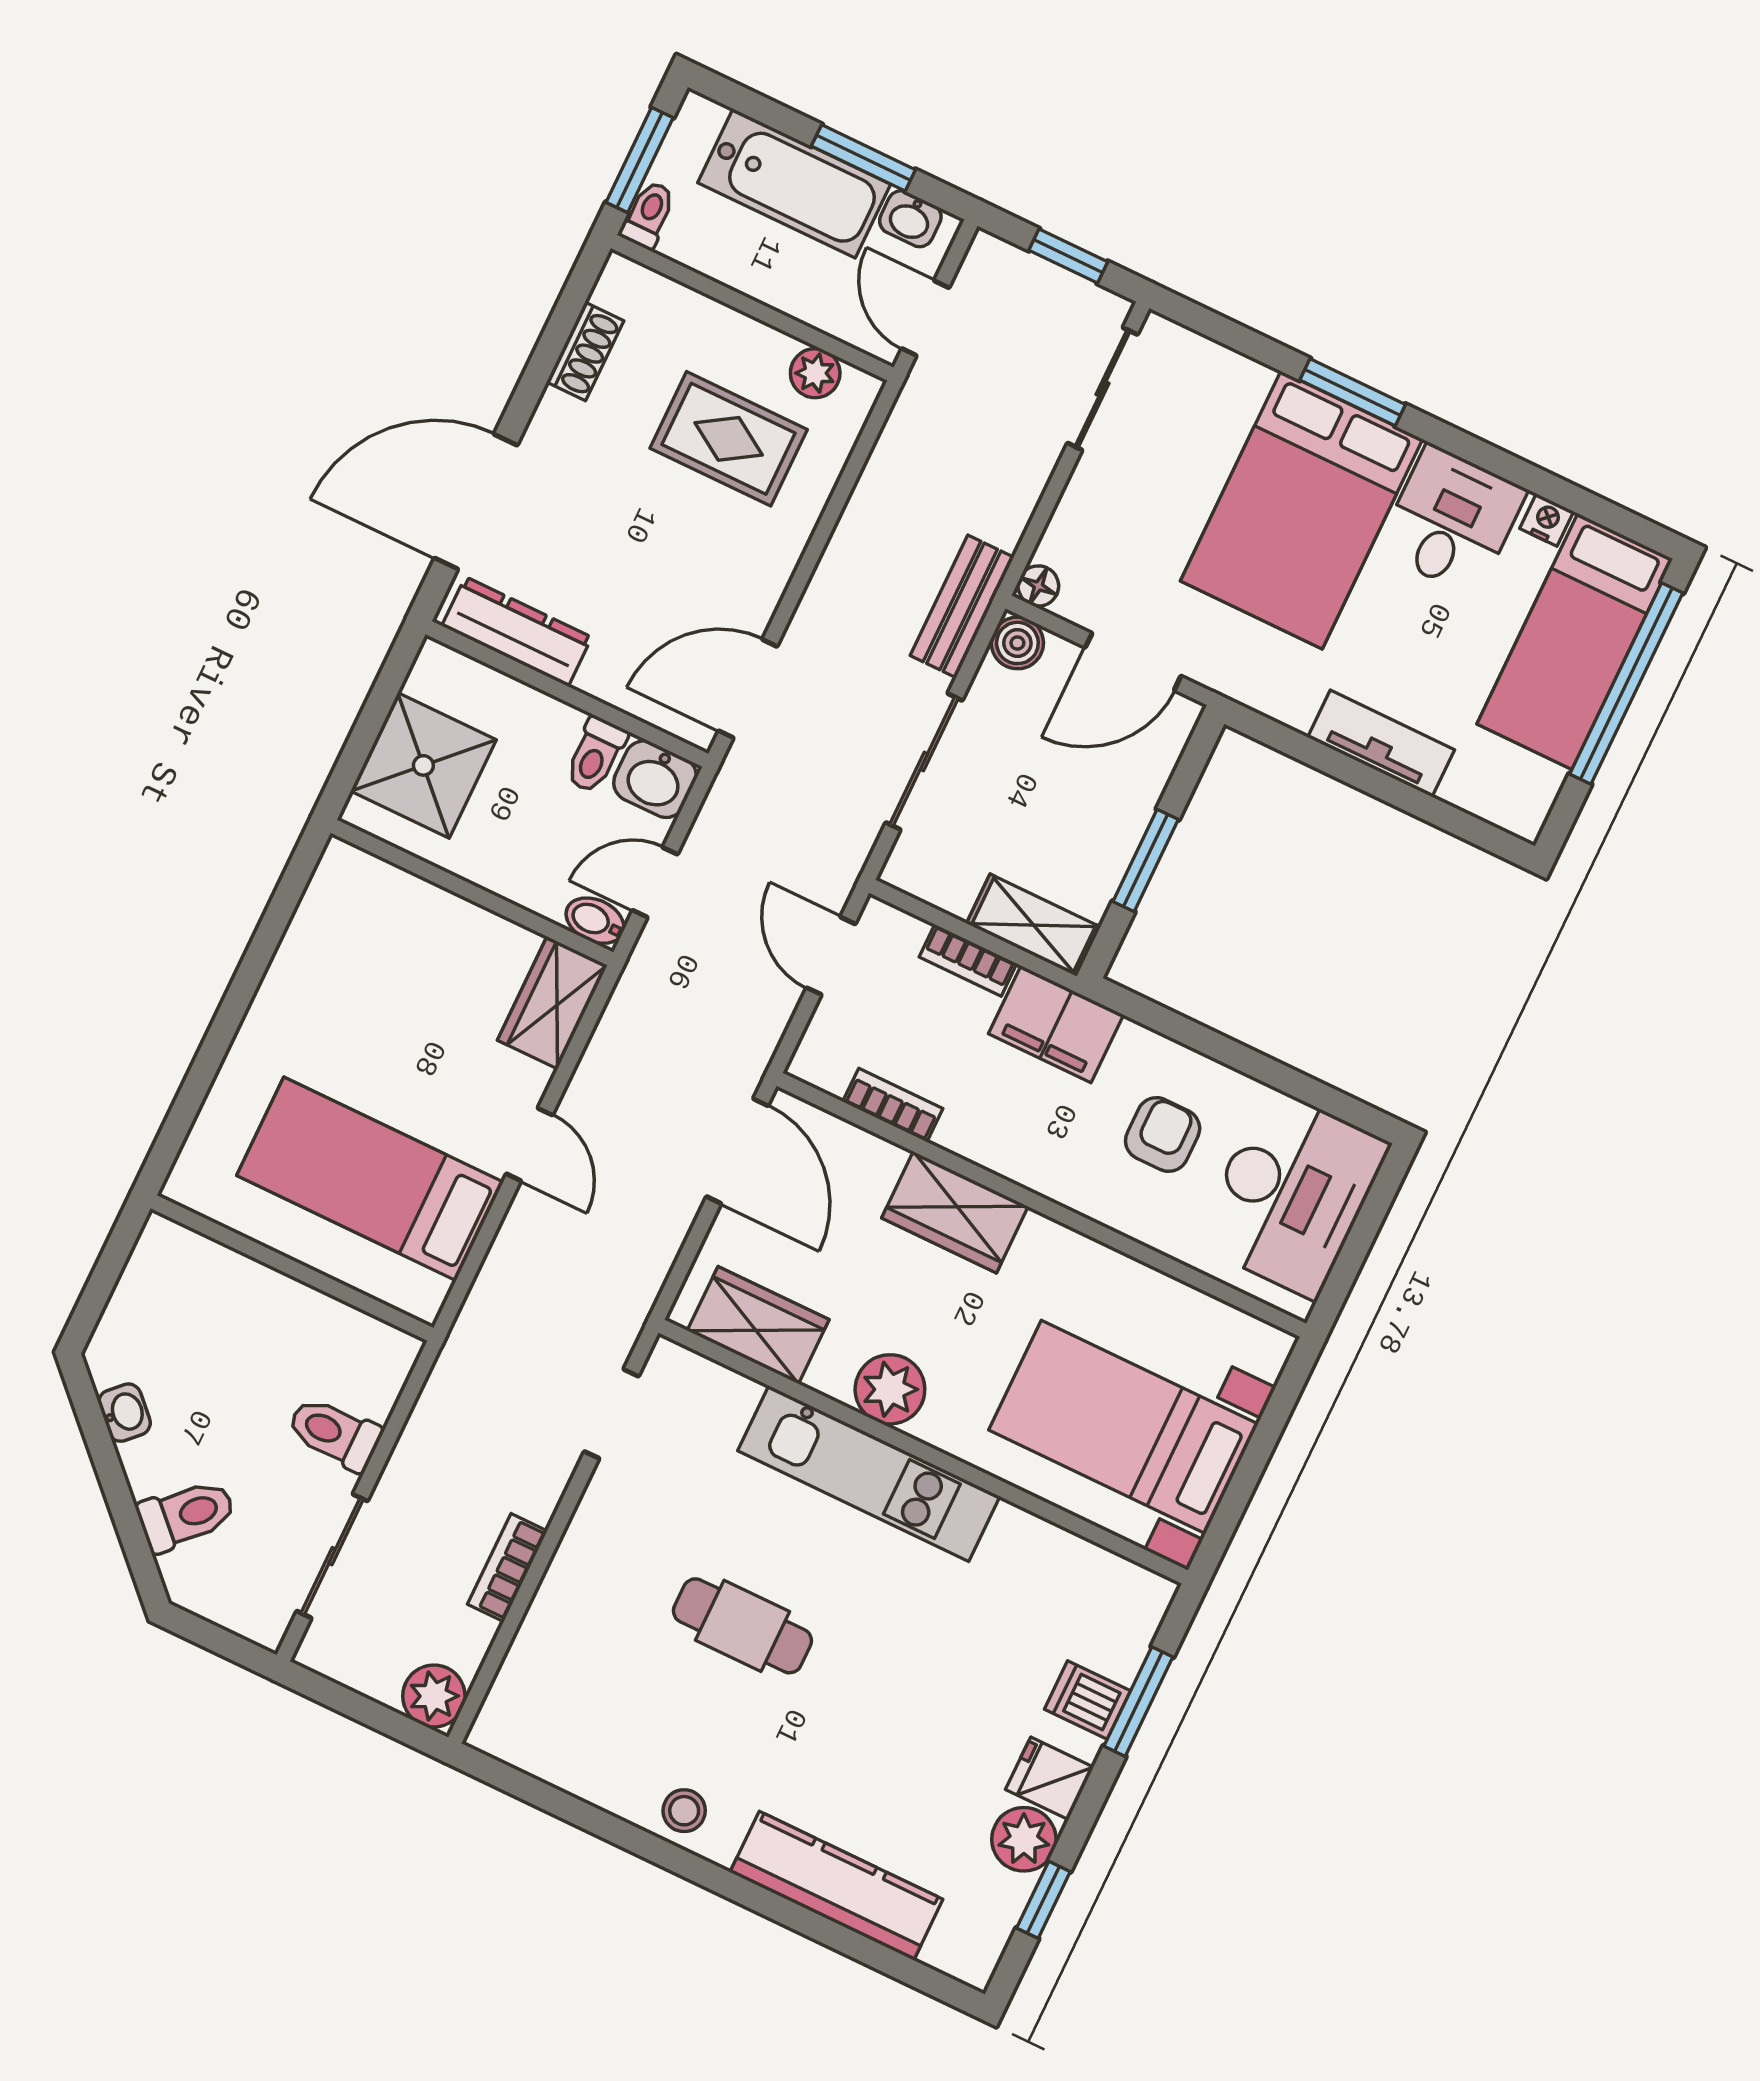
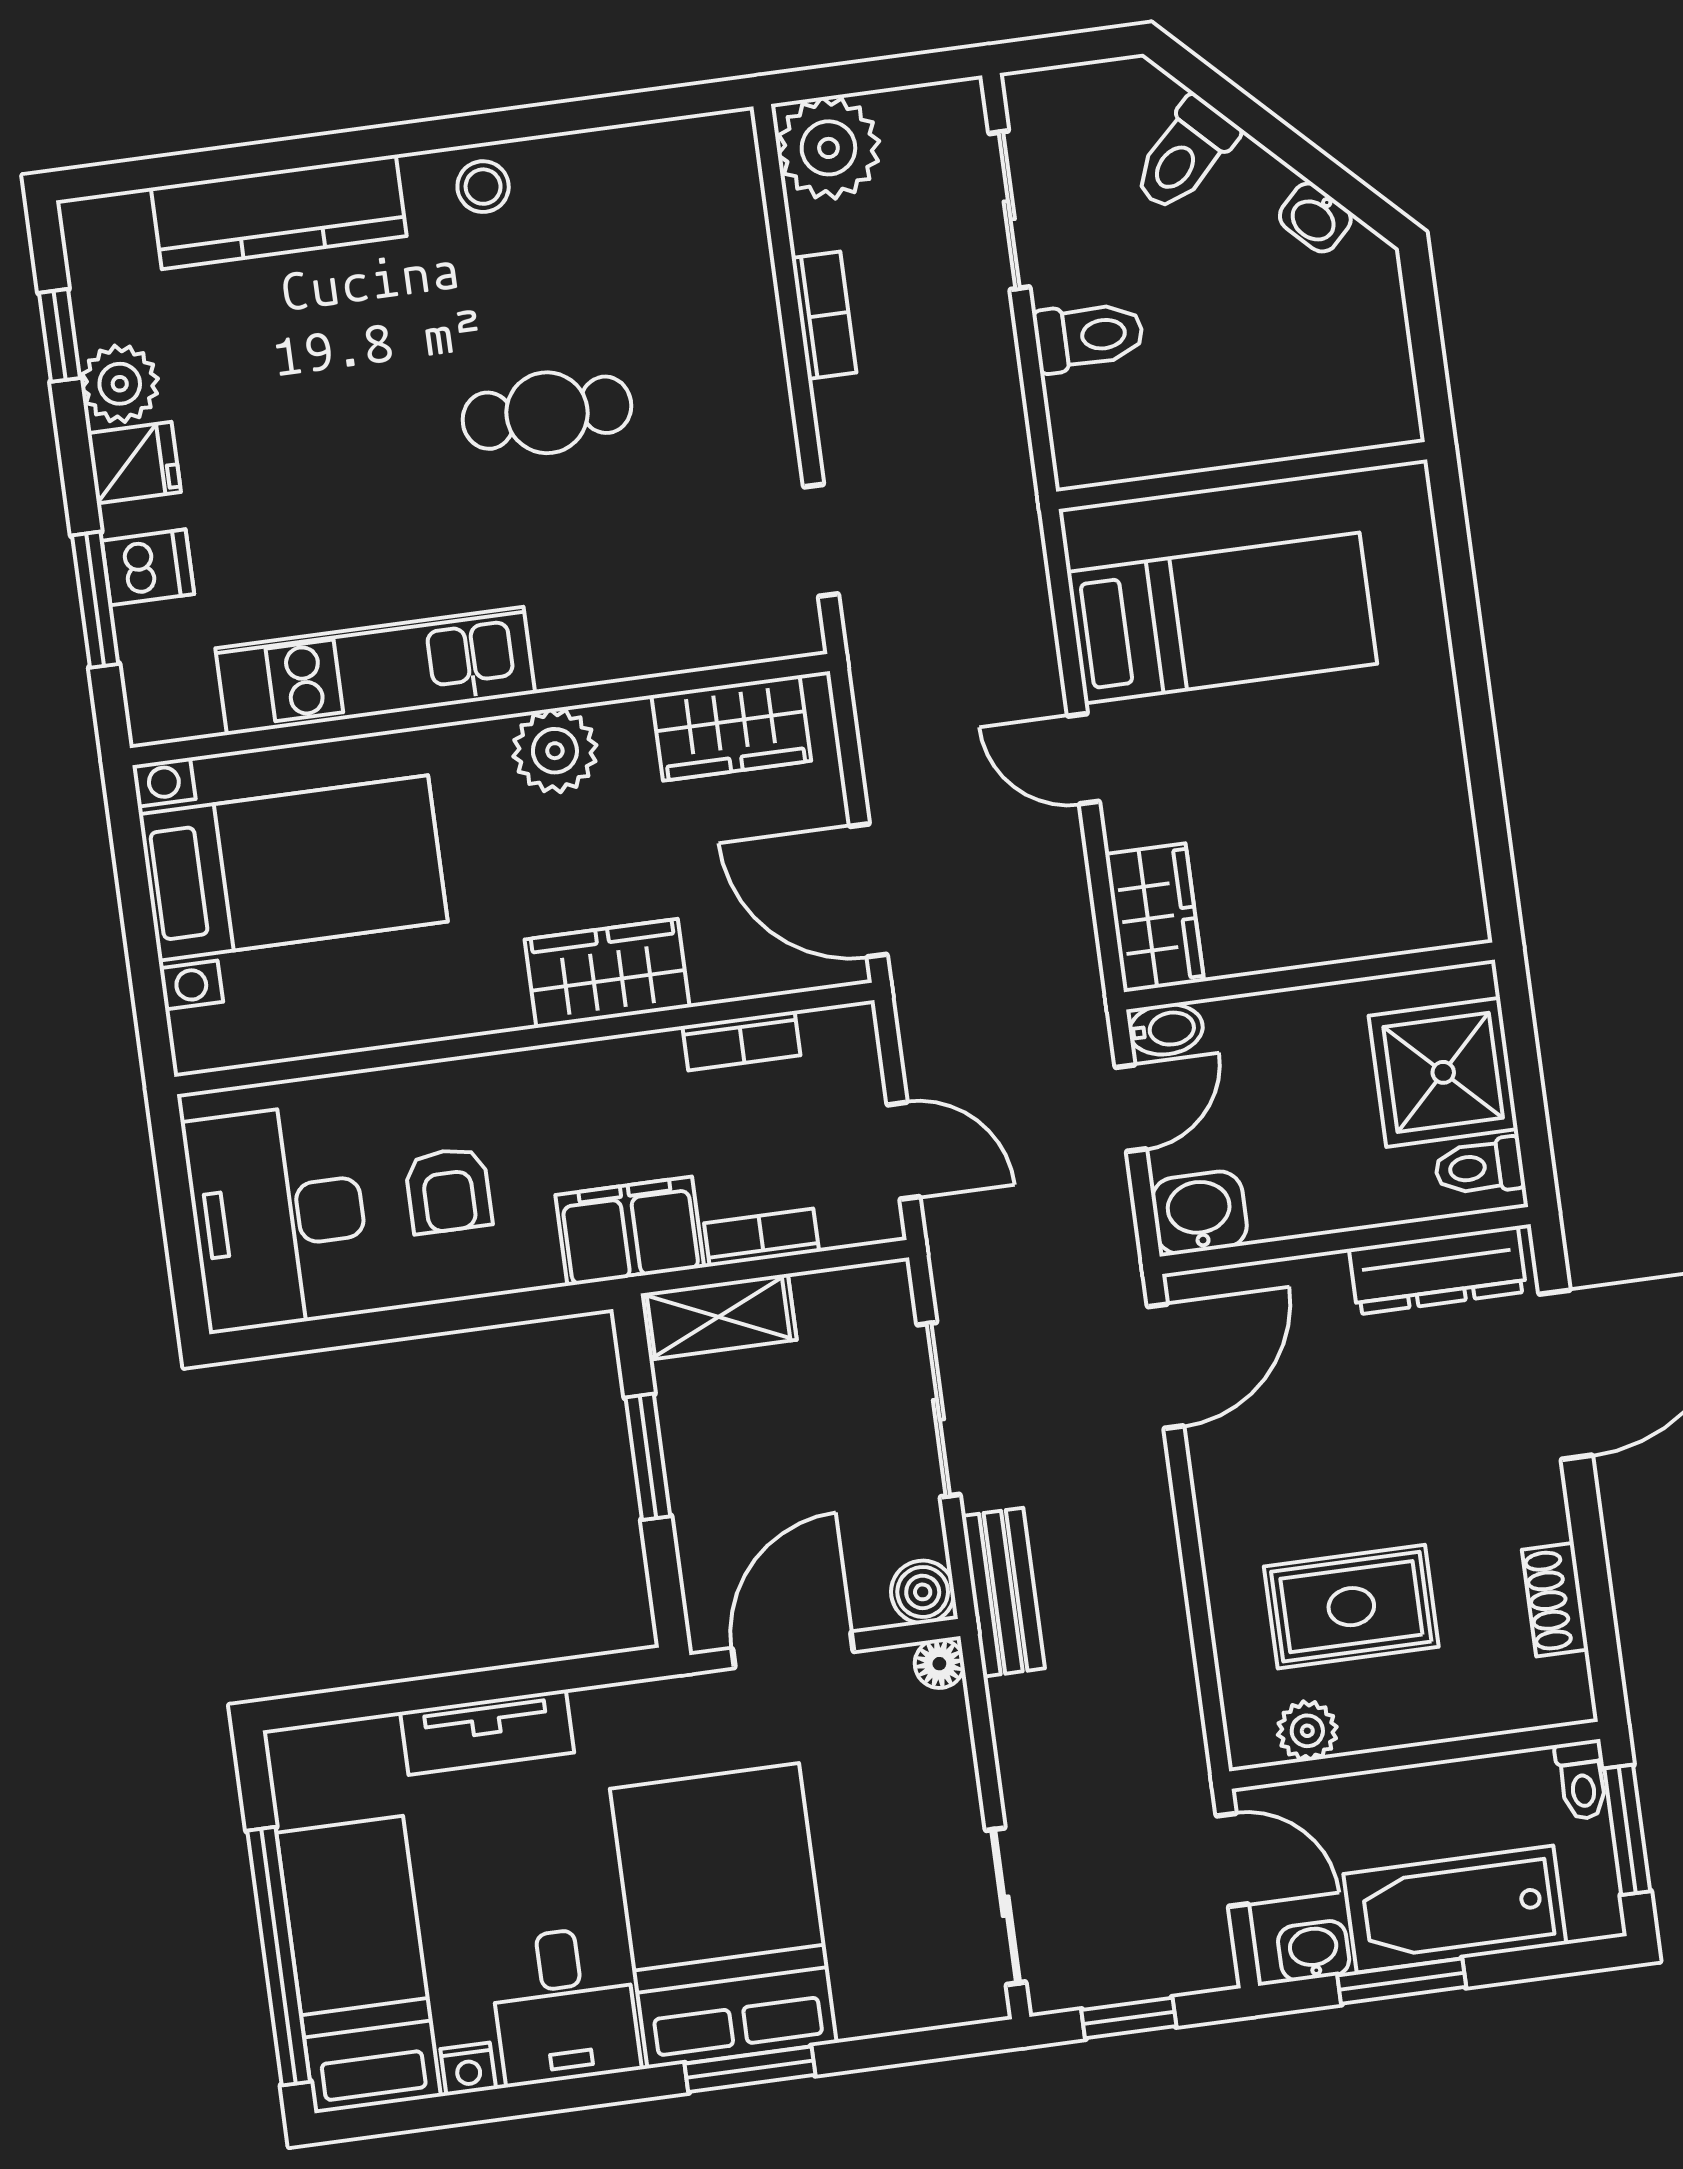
toilet: (596, 755) -> (1479, 1167), moved, turned -90
kitchen unit: (869, 1474) -> (375, 671), moved
plant: (434, 1696) -> (828, 148), width x1.36, depth x1.36

